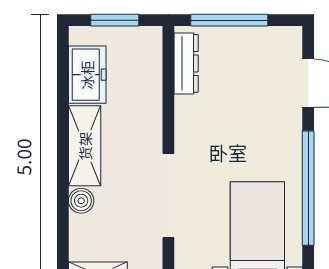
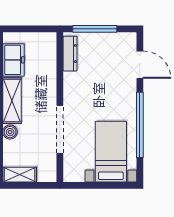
window: (115, 20) -> (29, 29), removed

